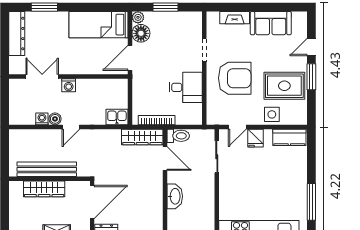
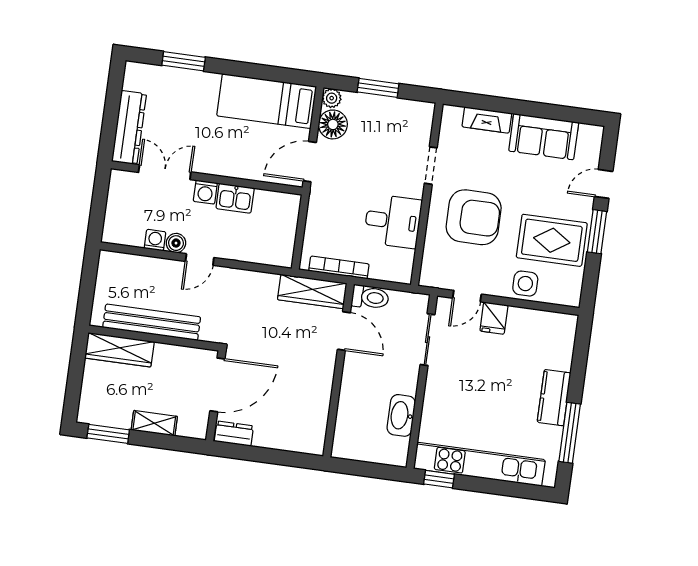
dresser: (17, 34) -> (129, 128), moved
kitchen sink: (117, 117) -> (235, 198), moved, turned 180
kitchen counter: (289, 137) -> (554, 398), moved, turned 90
wardrobe: (44, 189) -> (119, 350), moved
washbasin: (175, 196) -> (401, 415), moved, turned 180

